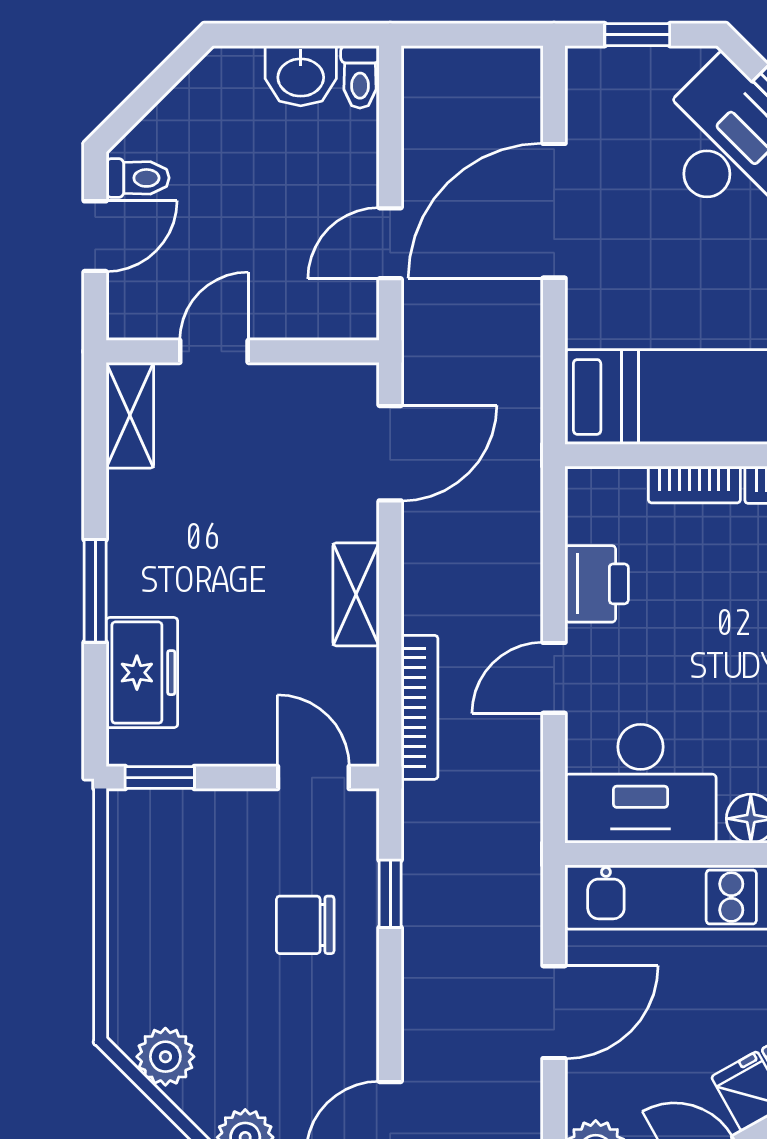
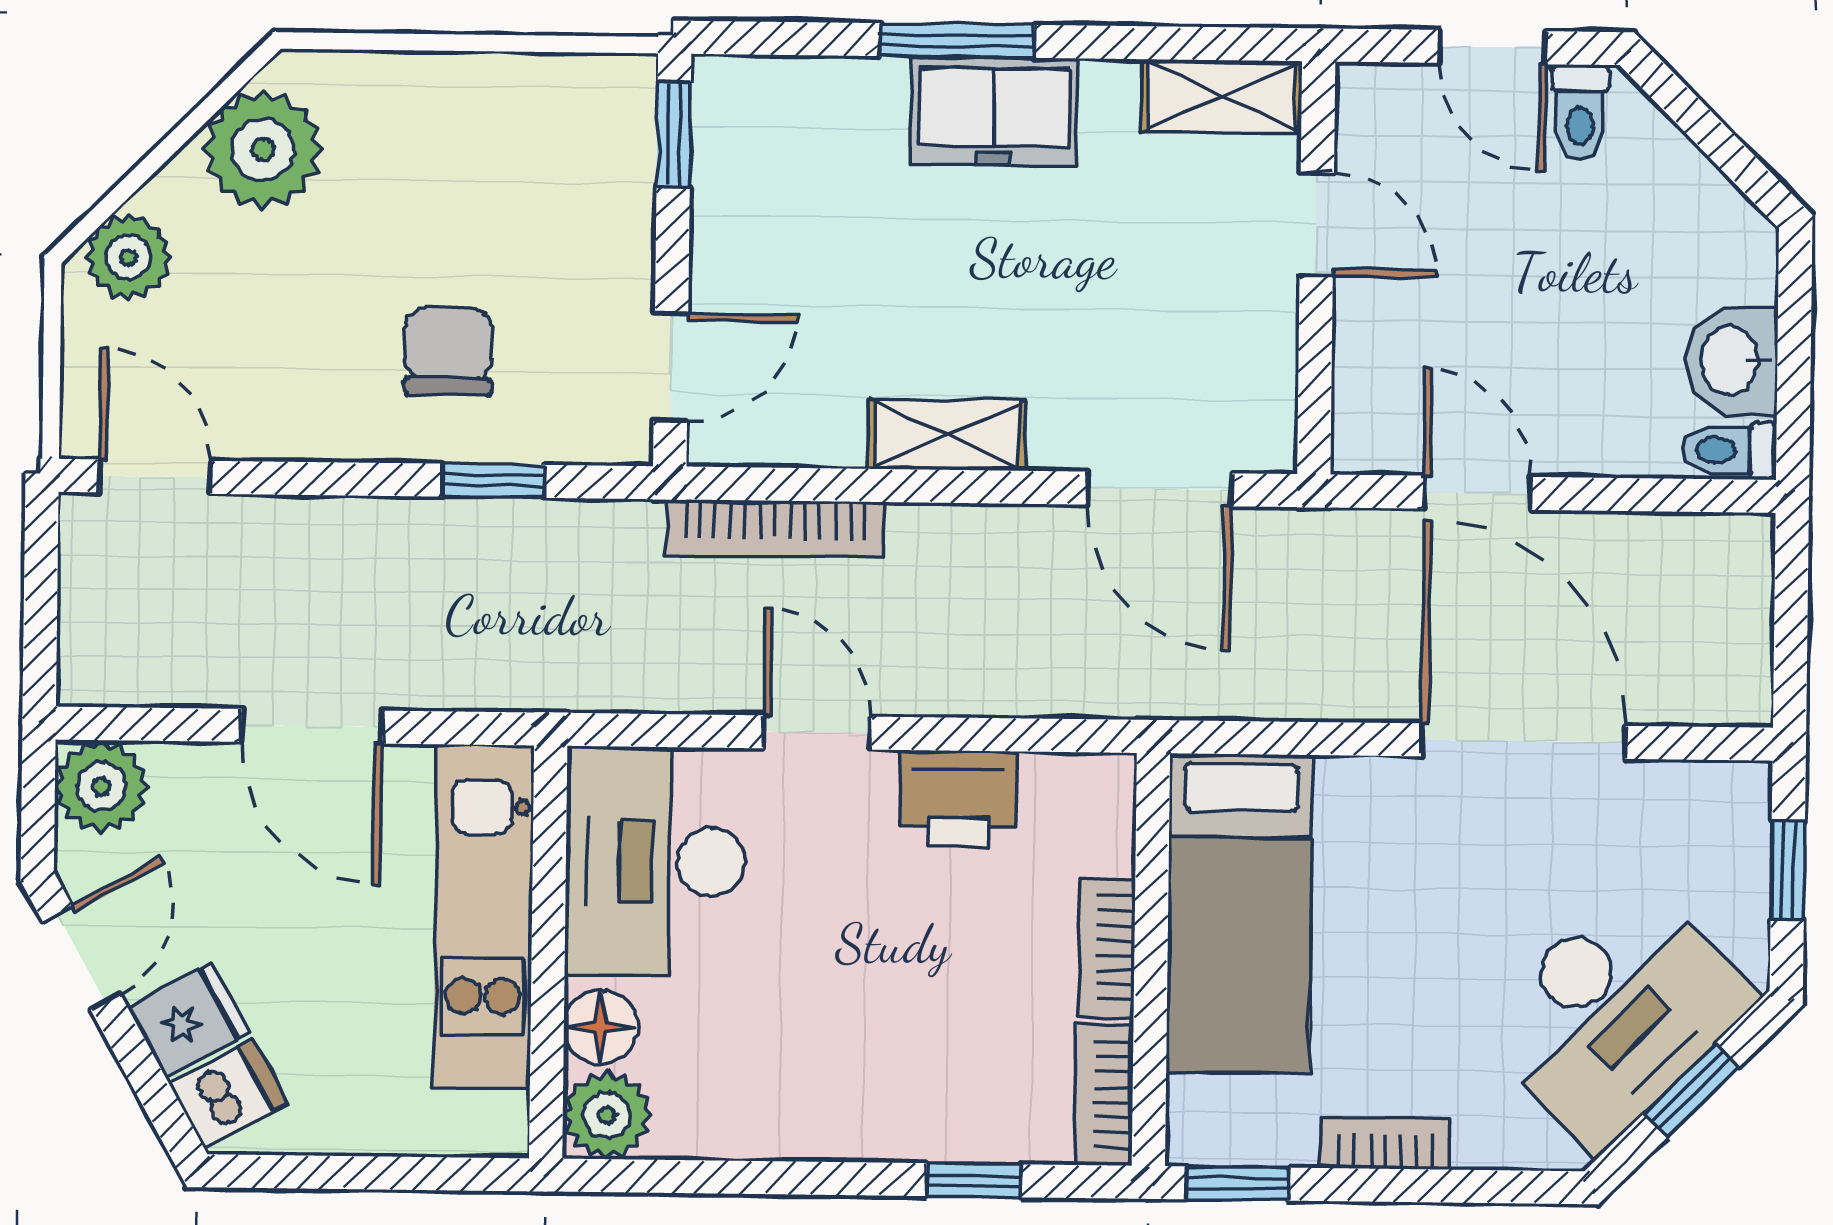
freezer: (142, 673) -> (994, 112), moved
plant: (165, 1057) -> (263, 149), width x1.36, depth x1.36

